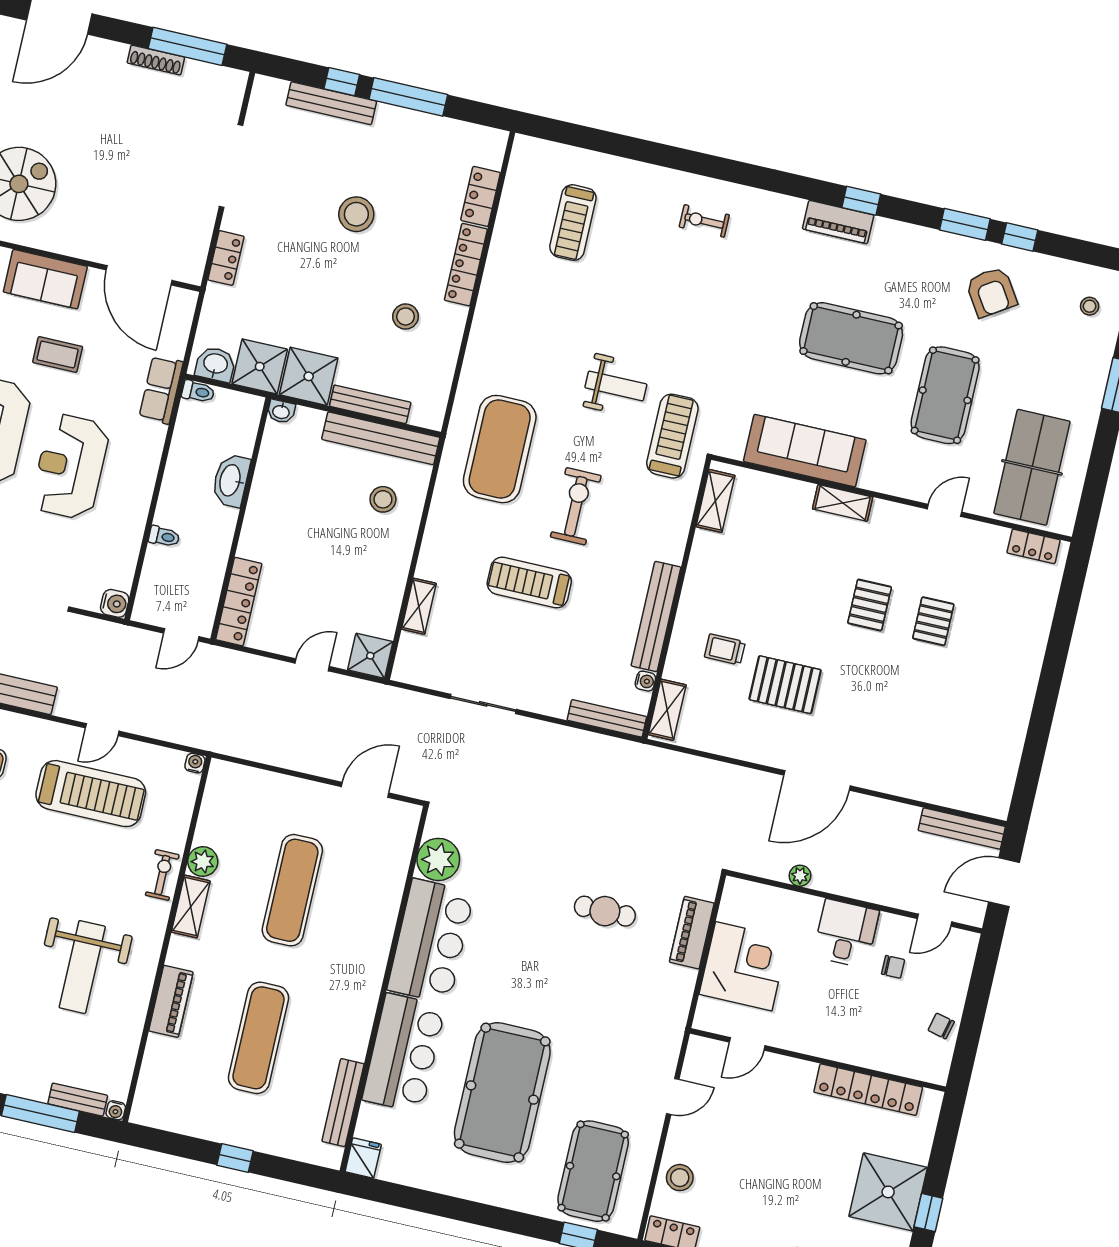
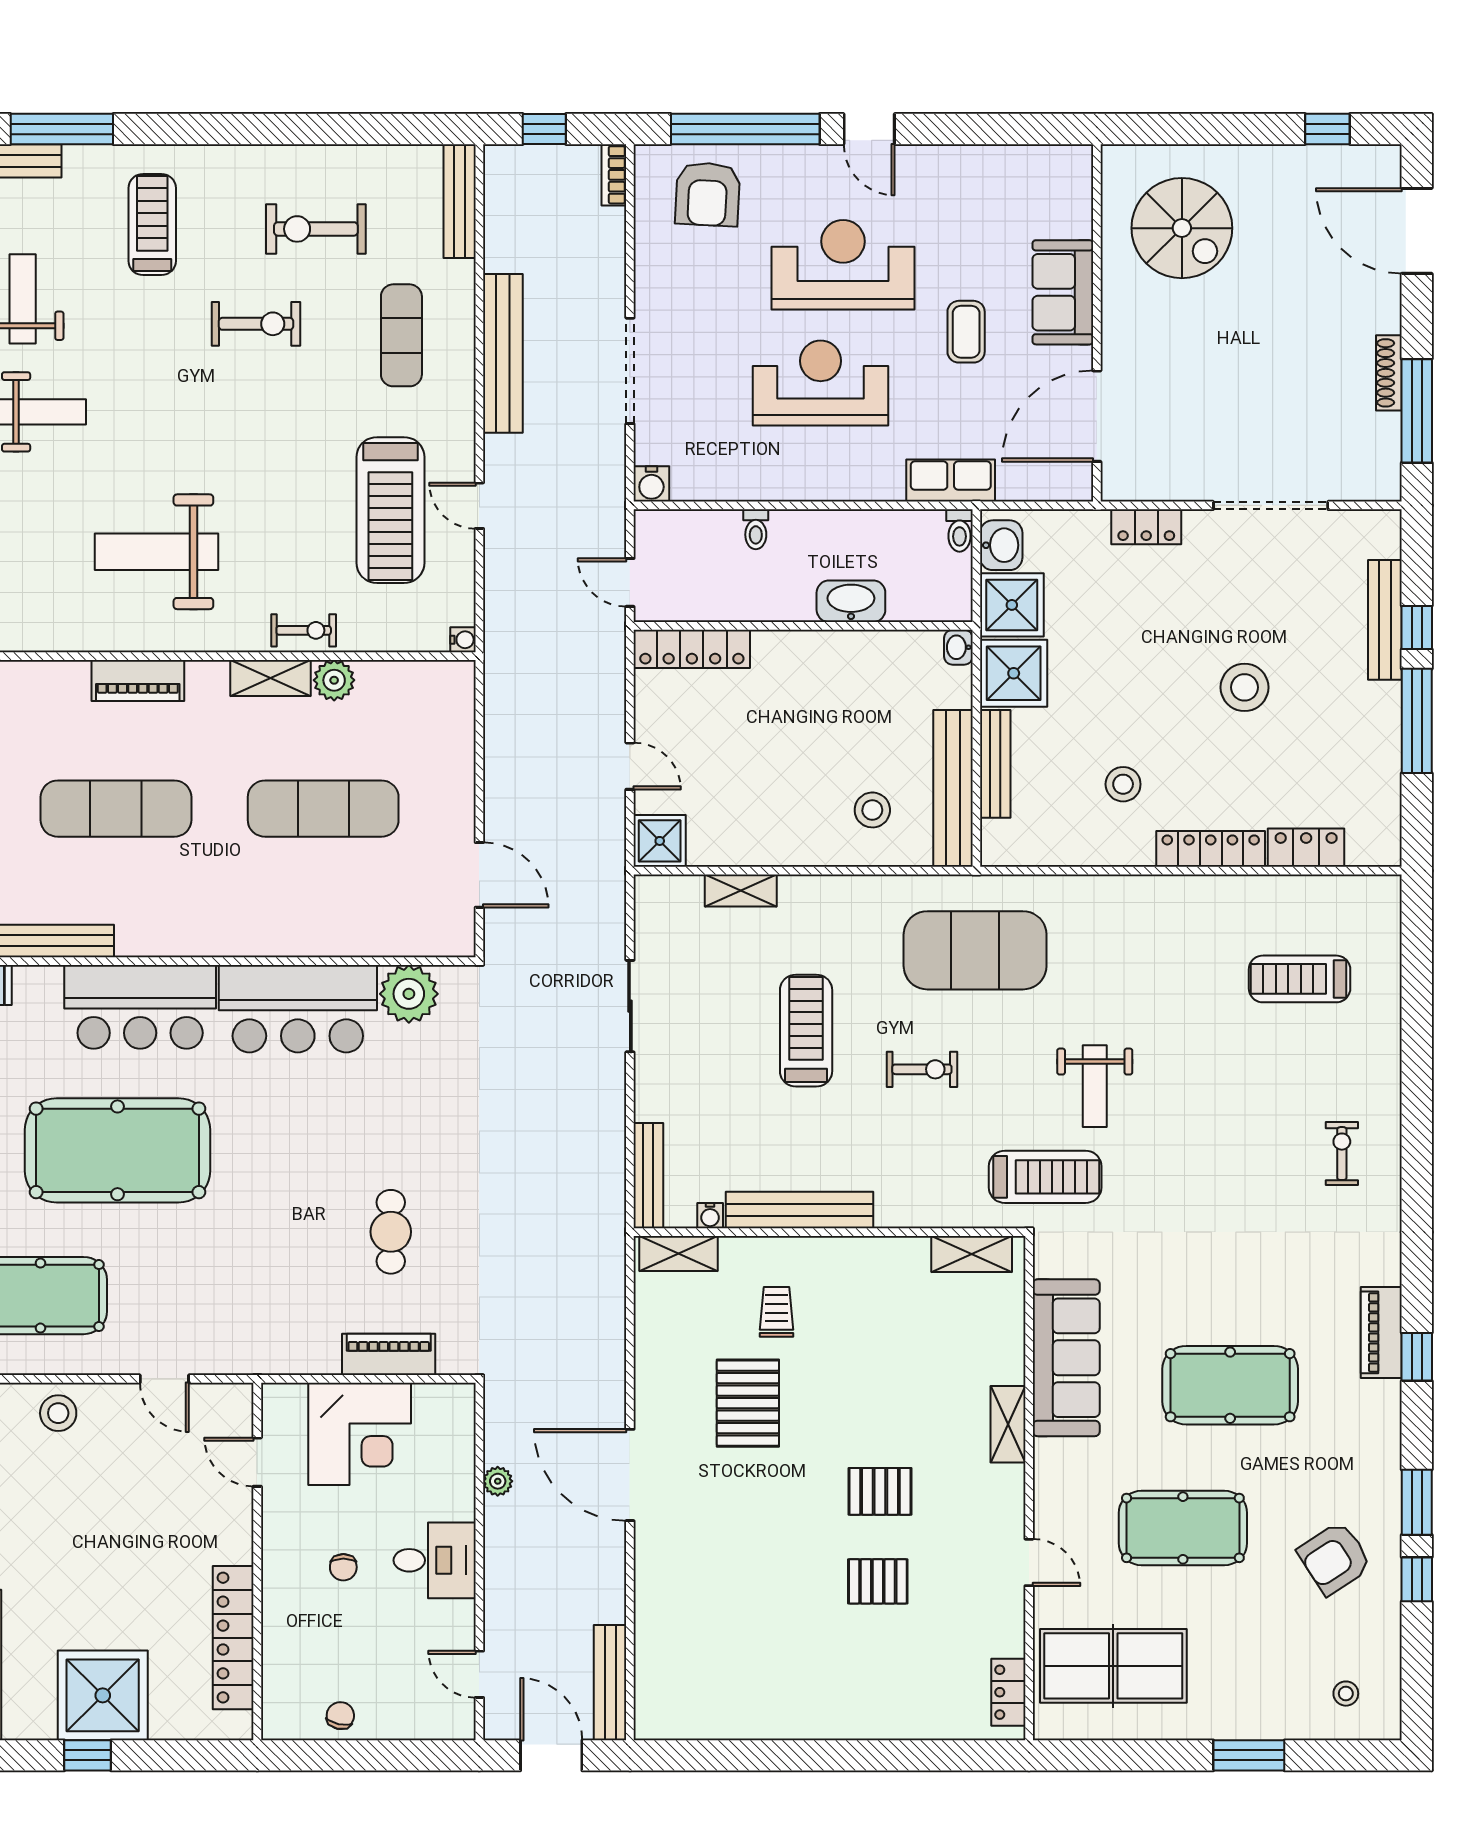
pool table: (851, 338) -> (1230, 1385), turned 90
exercise bike: (576, 506) -> (922, 1069), width x0.73, depth x0.72
chair: (893, 967) -> (343, 1567), moved

